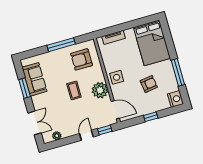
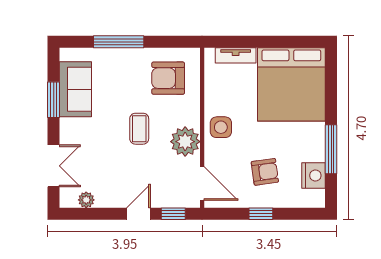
bed: (152, 43) -> (291, 84), width x1.36
window: (61, 45) -> (119, 42), moved
armchair: (149, 84) -> (265, 172), moved
nightstand: (176, 99) -> (313, 175), moved

